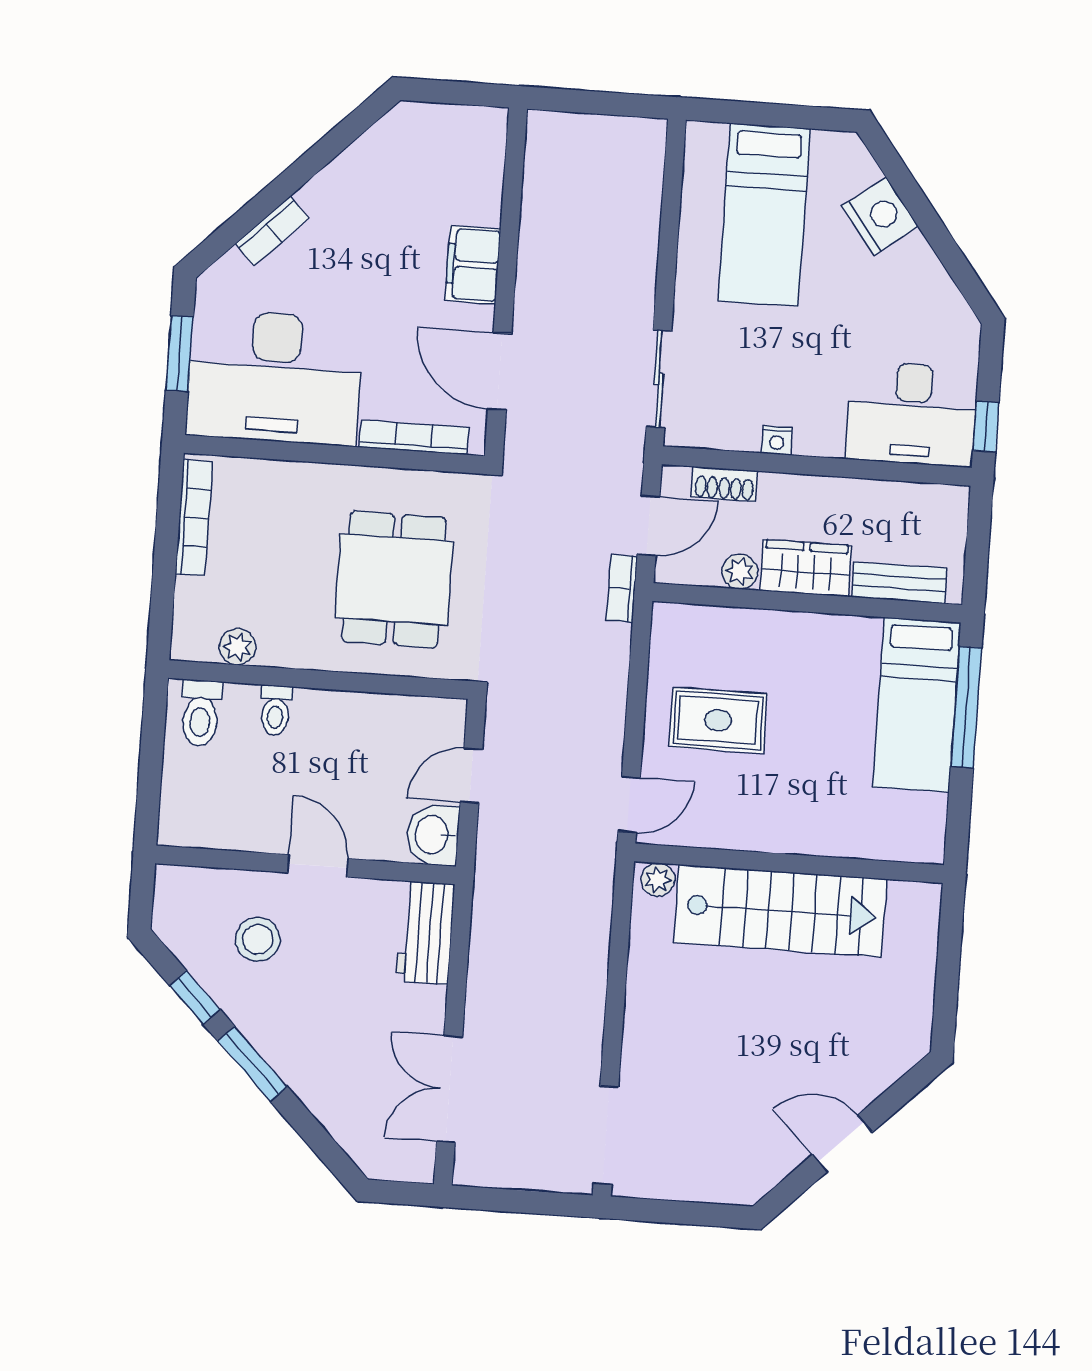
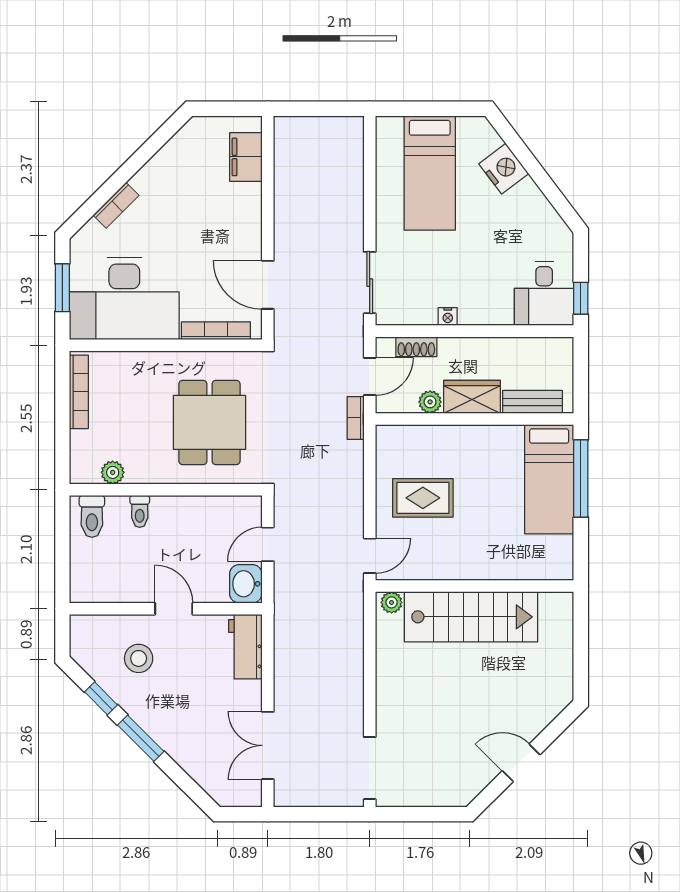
filing cabinet: (473, 265) -> (246, 157), moved
desk: (912, 414) -> (544, 293), width x0.73

